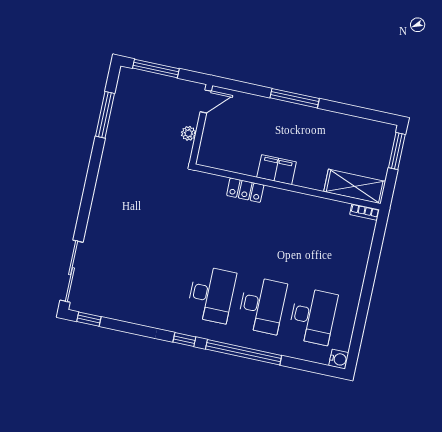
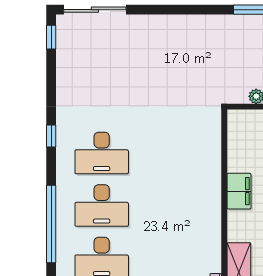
locker: (245, 190) -> (212, 164), removed
window: (244, 352) -> (51, 224), moved

